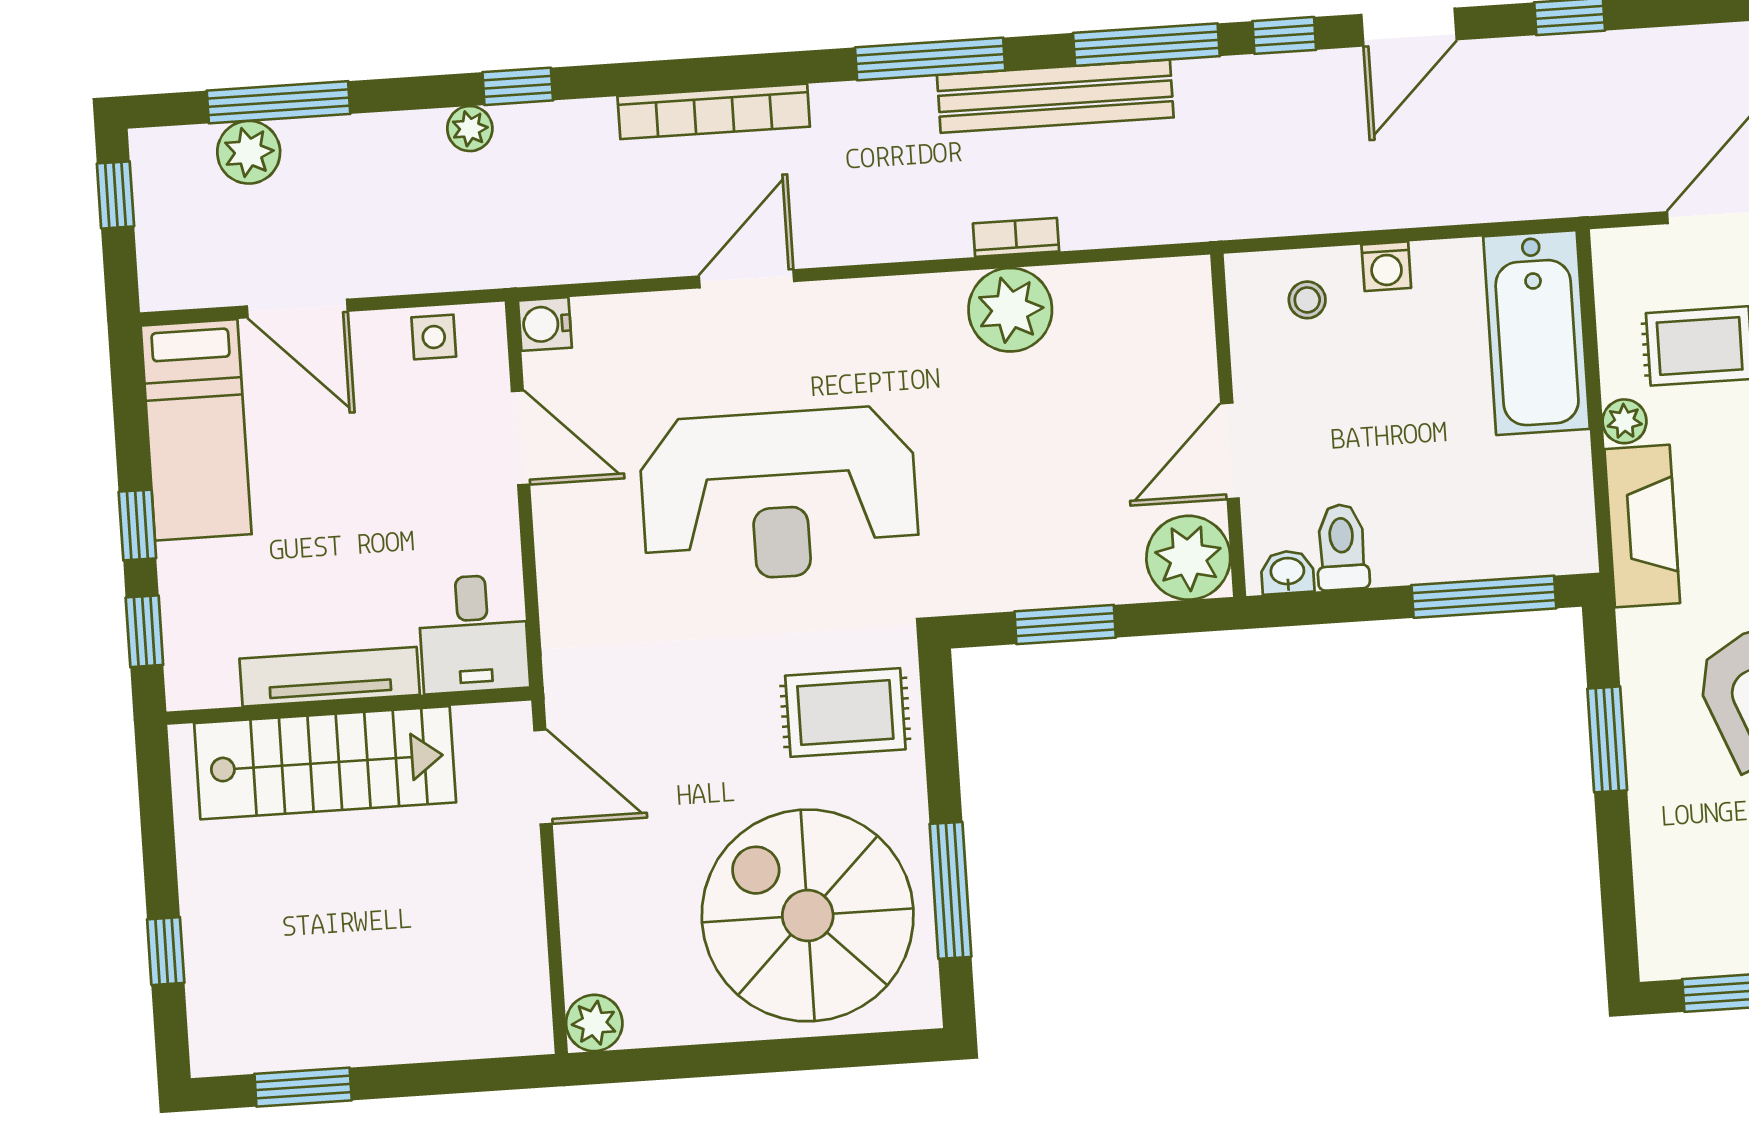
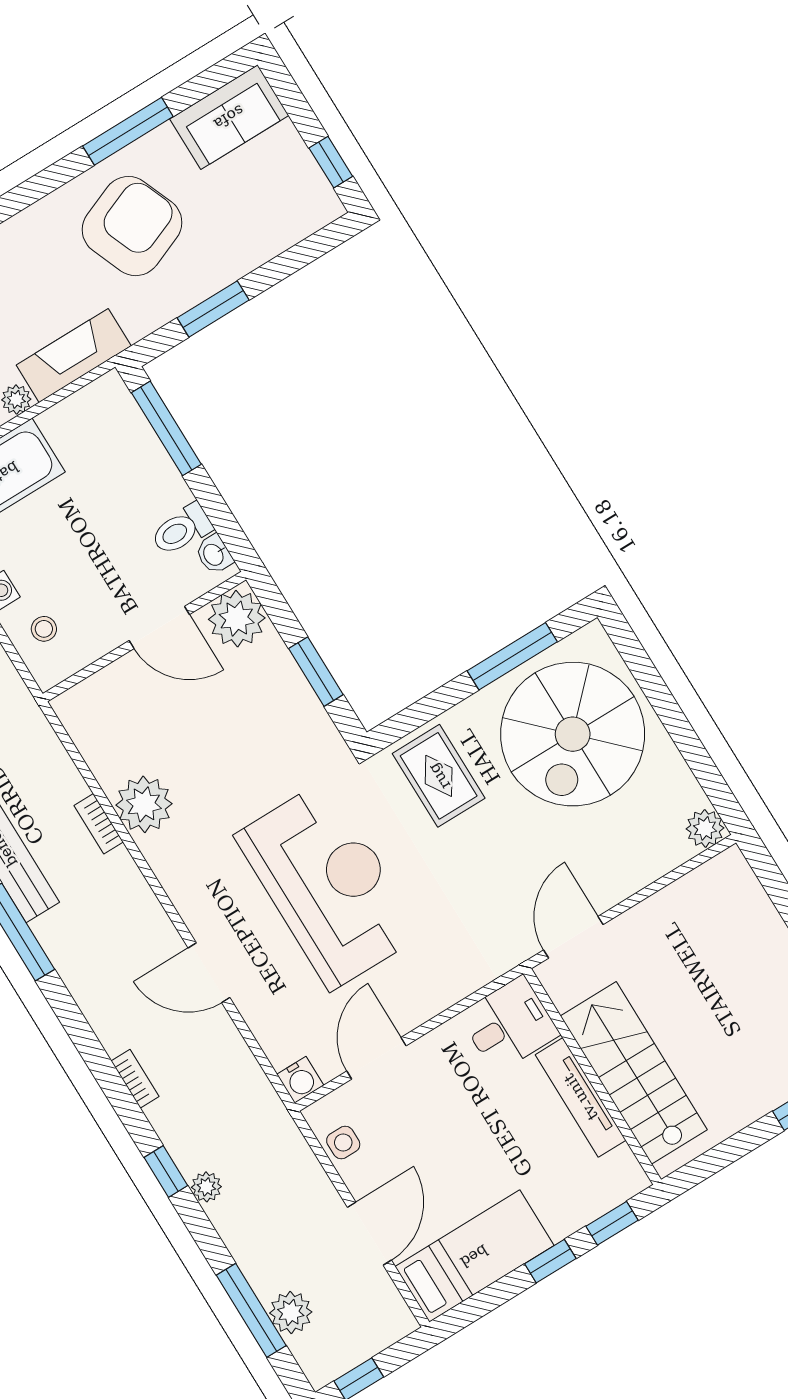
bookcase: (714, 111) -> (135, 1079), width x0.43, depth x0.76

